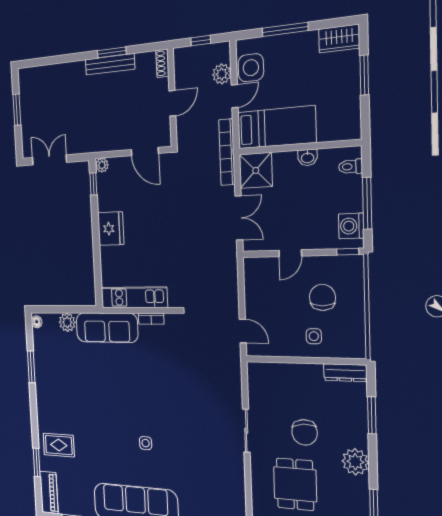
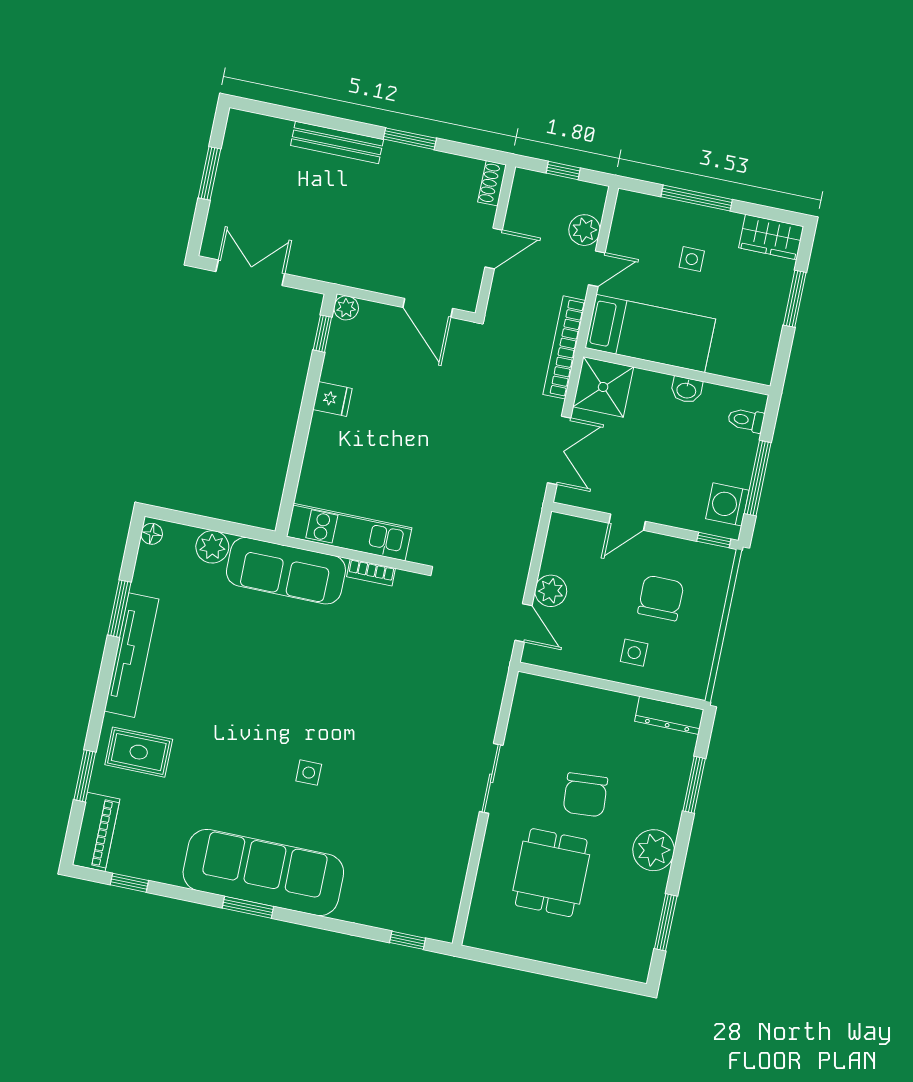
bench: (110, 64) -> (337, 142), moved
side table: (251, 68) -> (692, 259), moved, width x0.54, depth x0.54
fridge: (111, 229) -> (332, 399), width x0.53, depth x0.75
plant: (254, 307) -> (551, 591), added
tv unit: (43, 392) -> (132, 655), added

